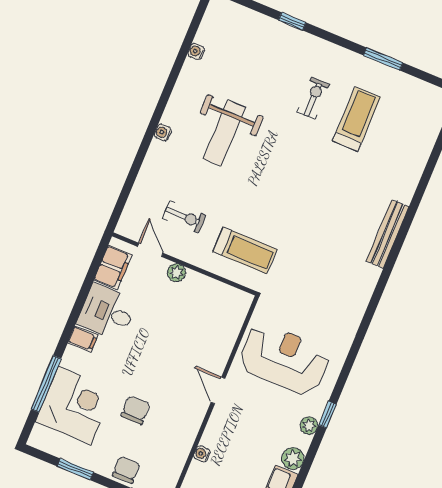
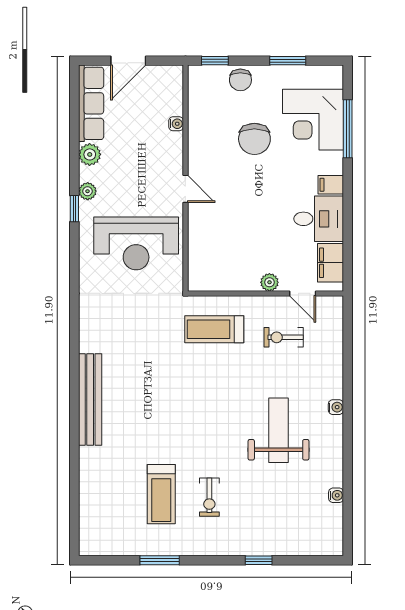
bench: (388, 234) -> (90, 399), width x1.37, depth x1.21
chair: (136, 410) -> (254, 139), width x1.37, depth x1.37

